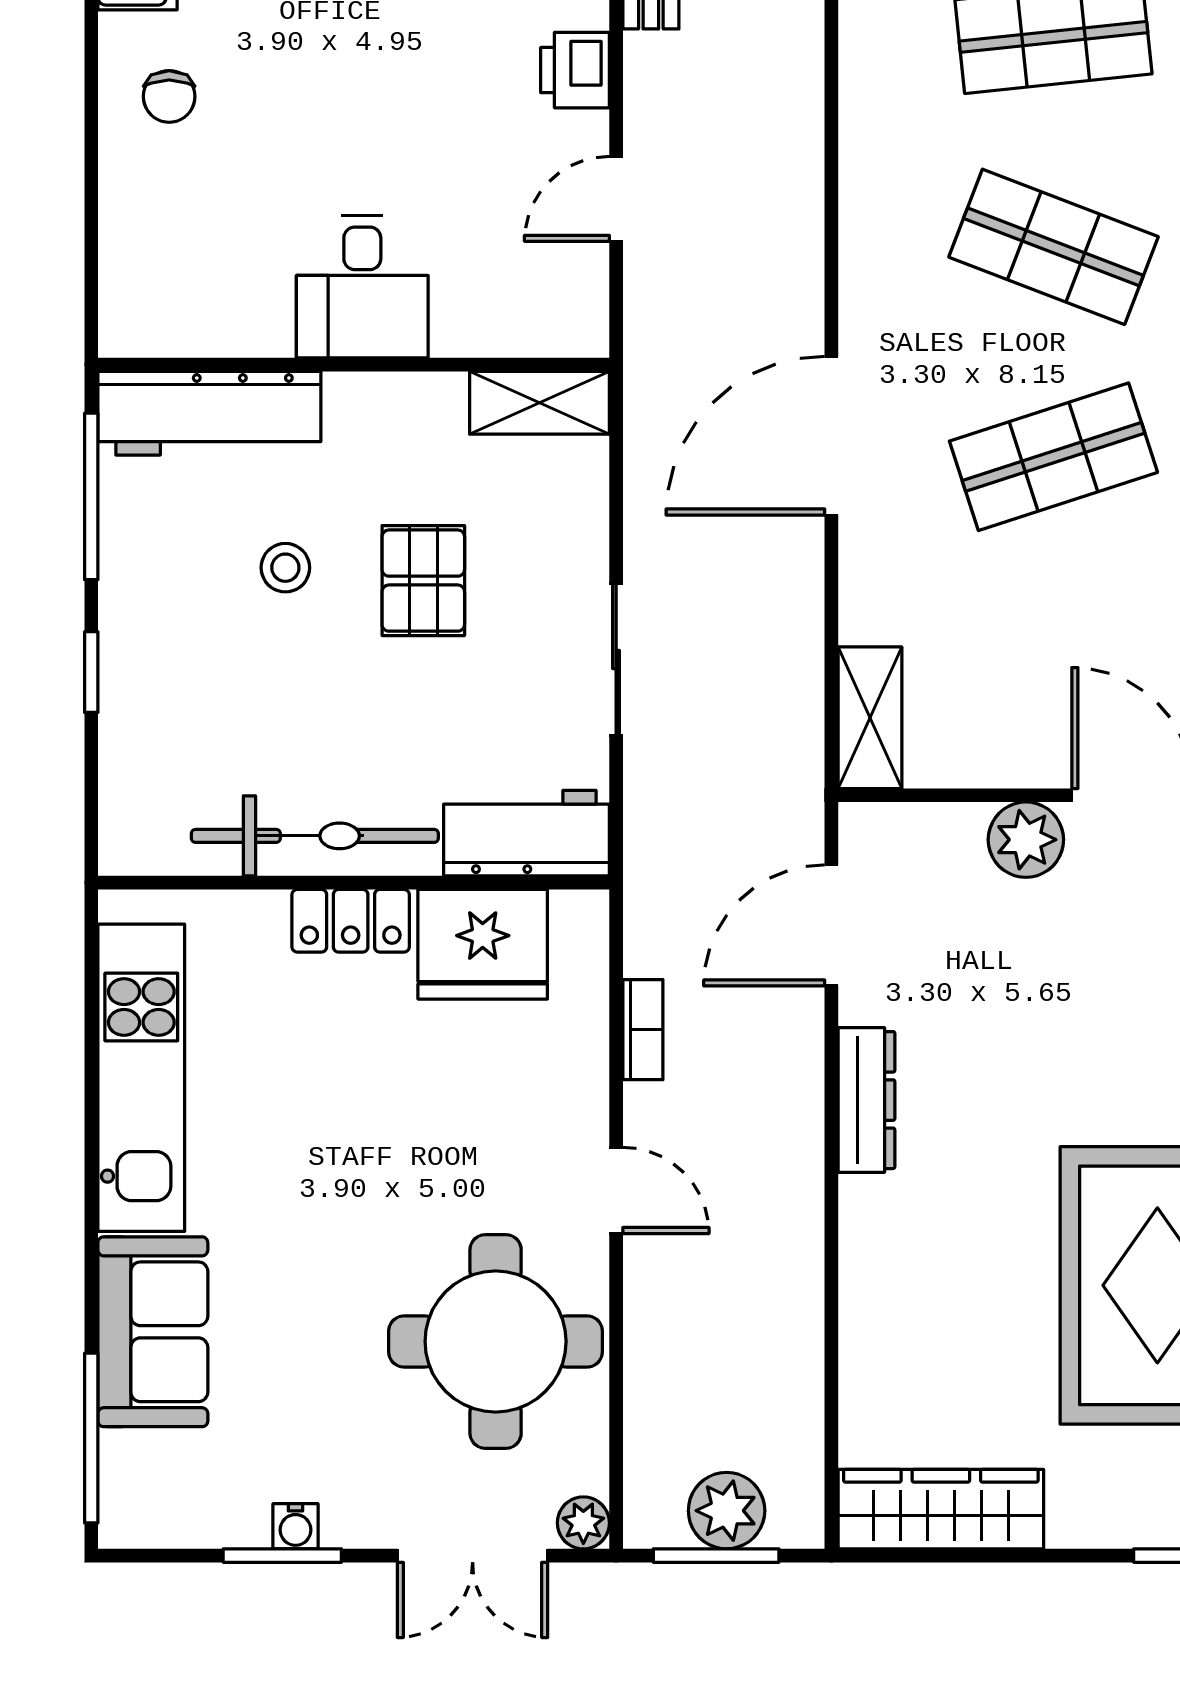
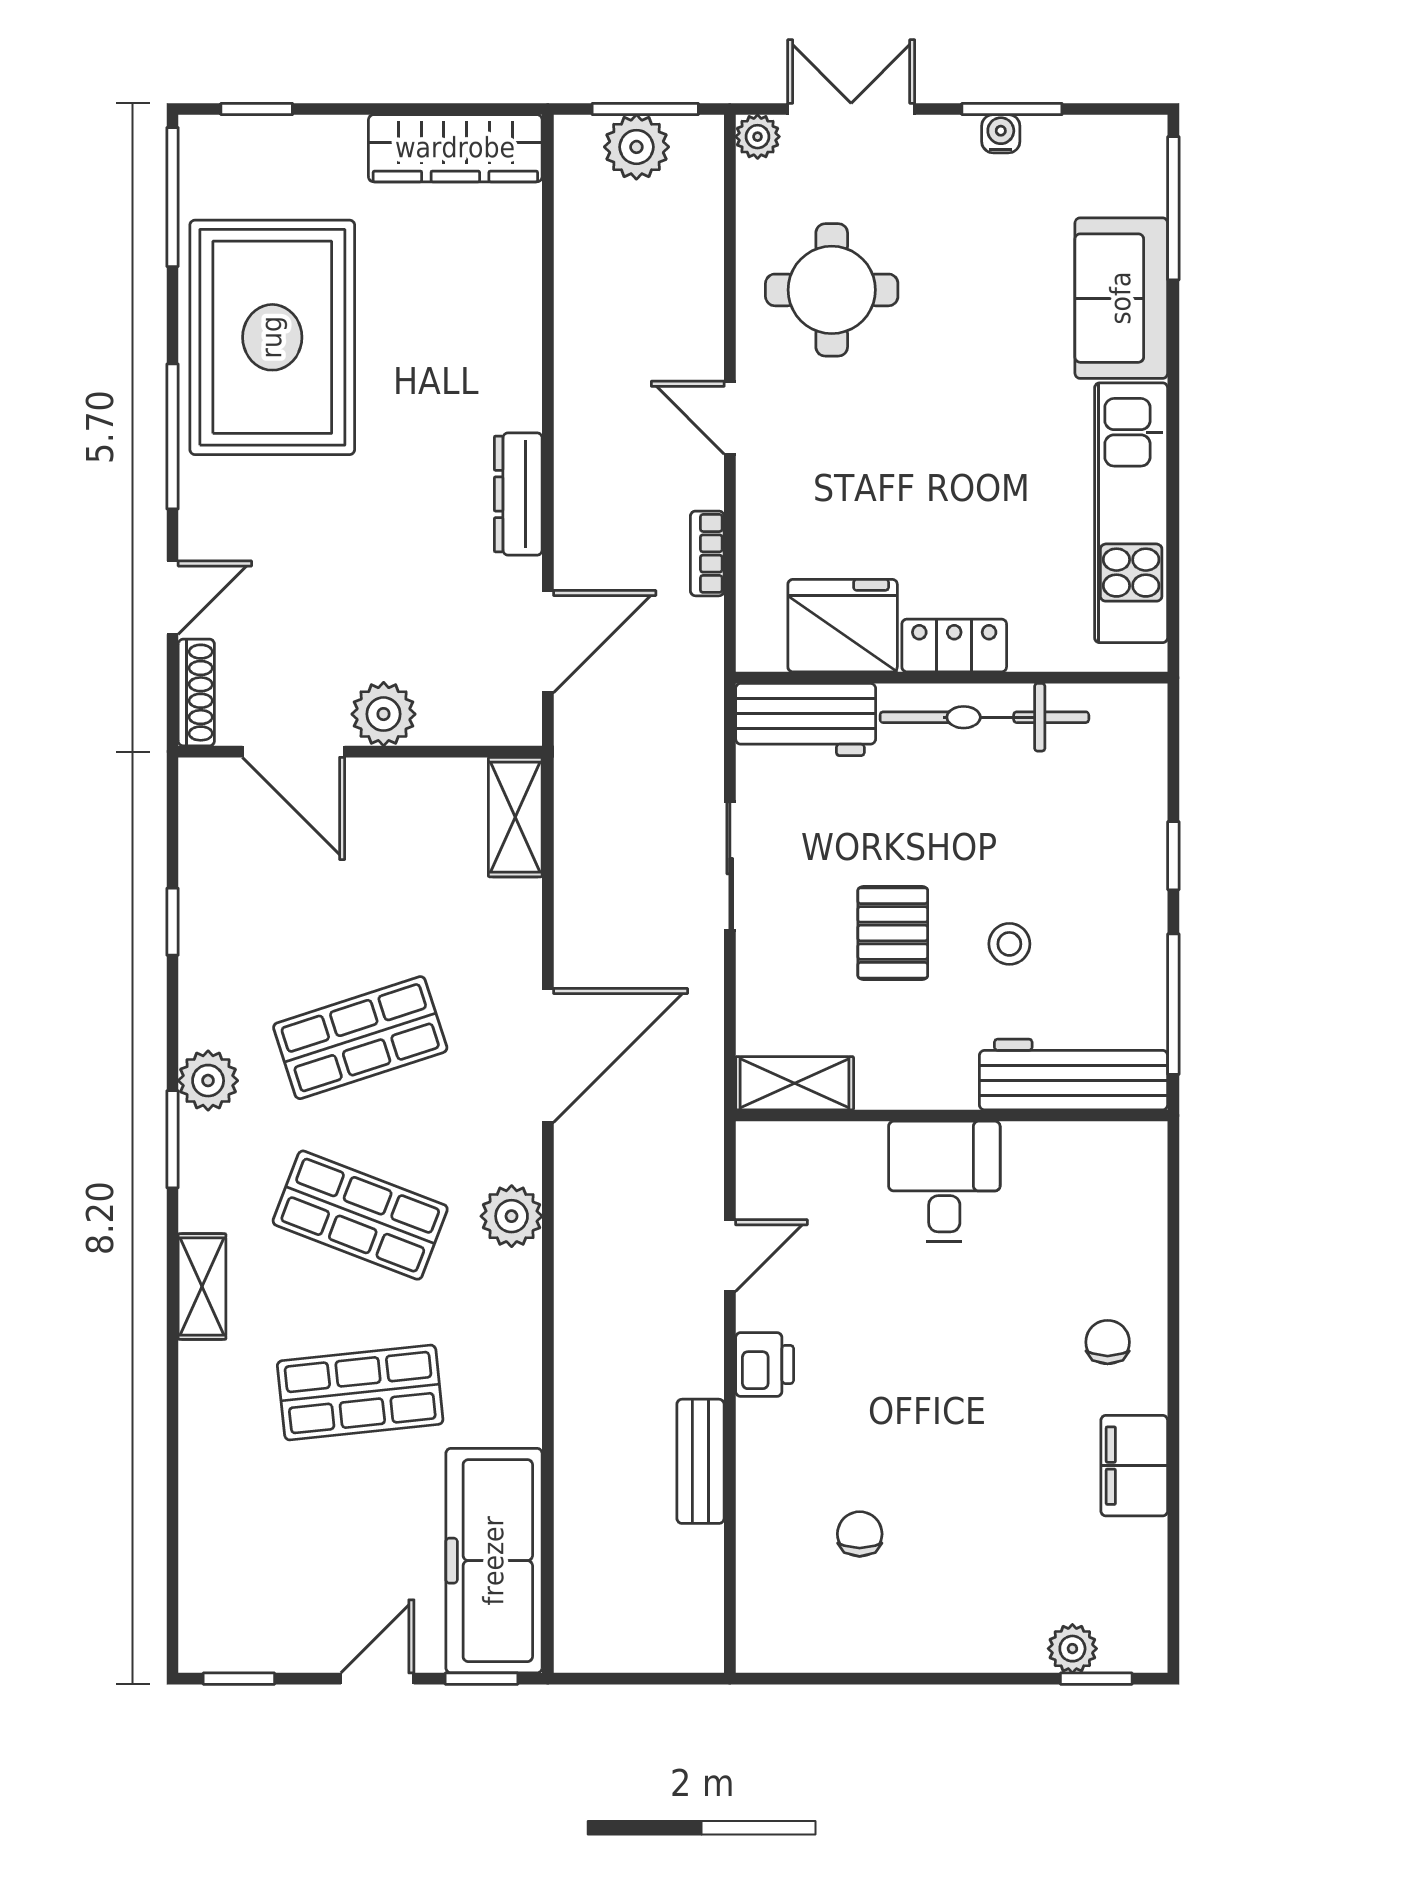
plant: (874, 246) -> (512, 1216), added
round table: (496, 1341) -> (832, 290), width x0.73, depth x0.73

